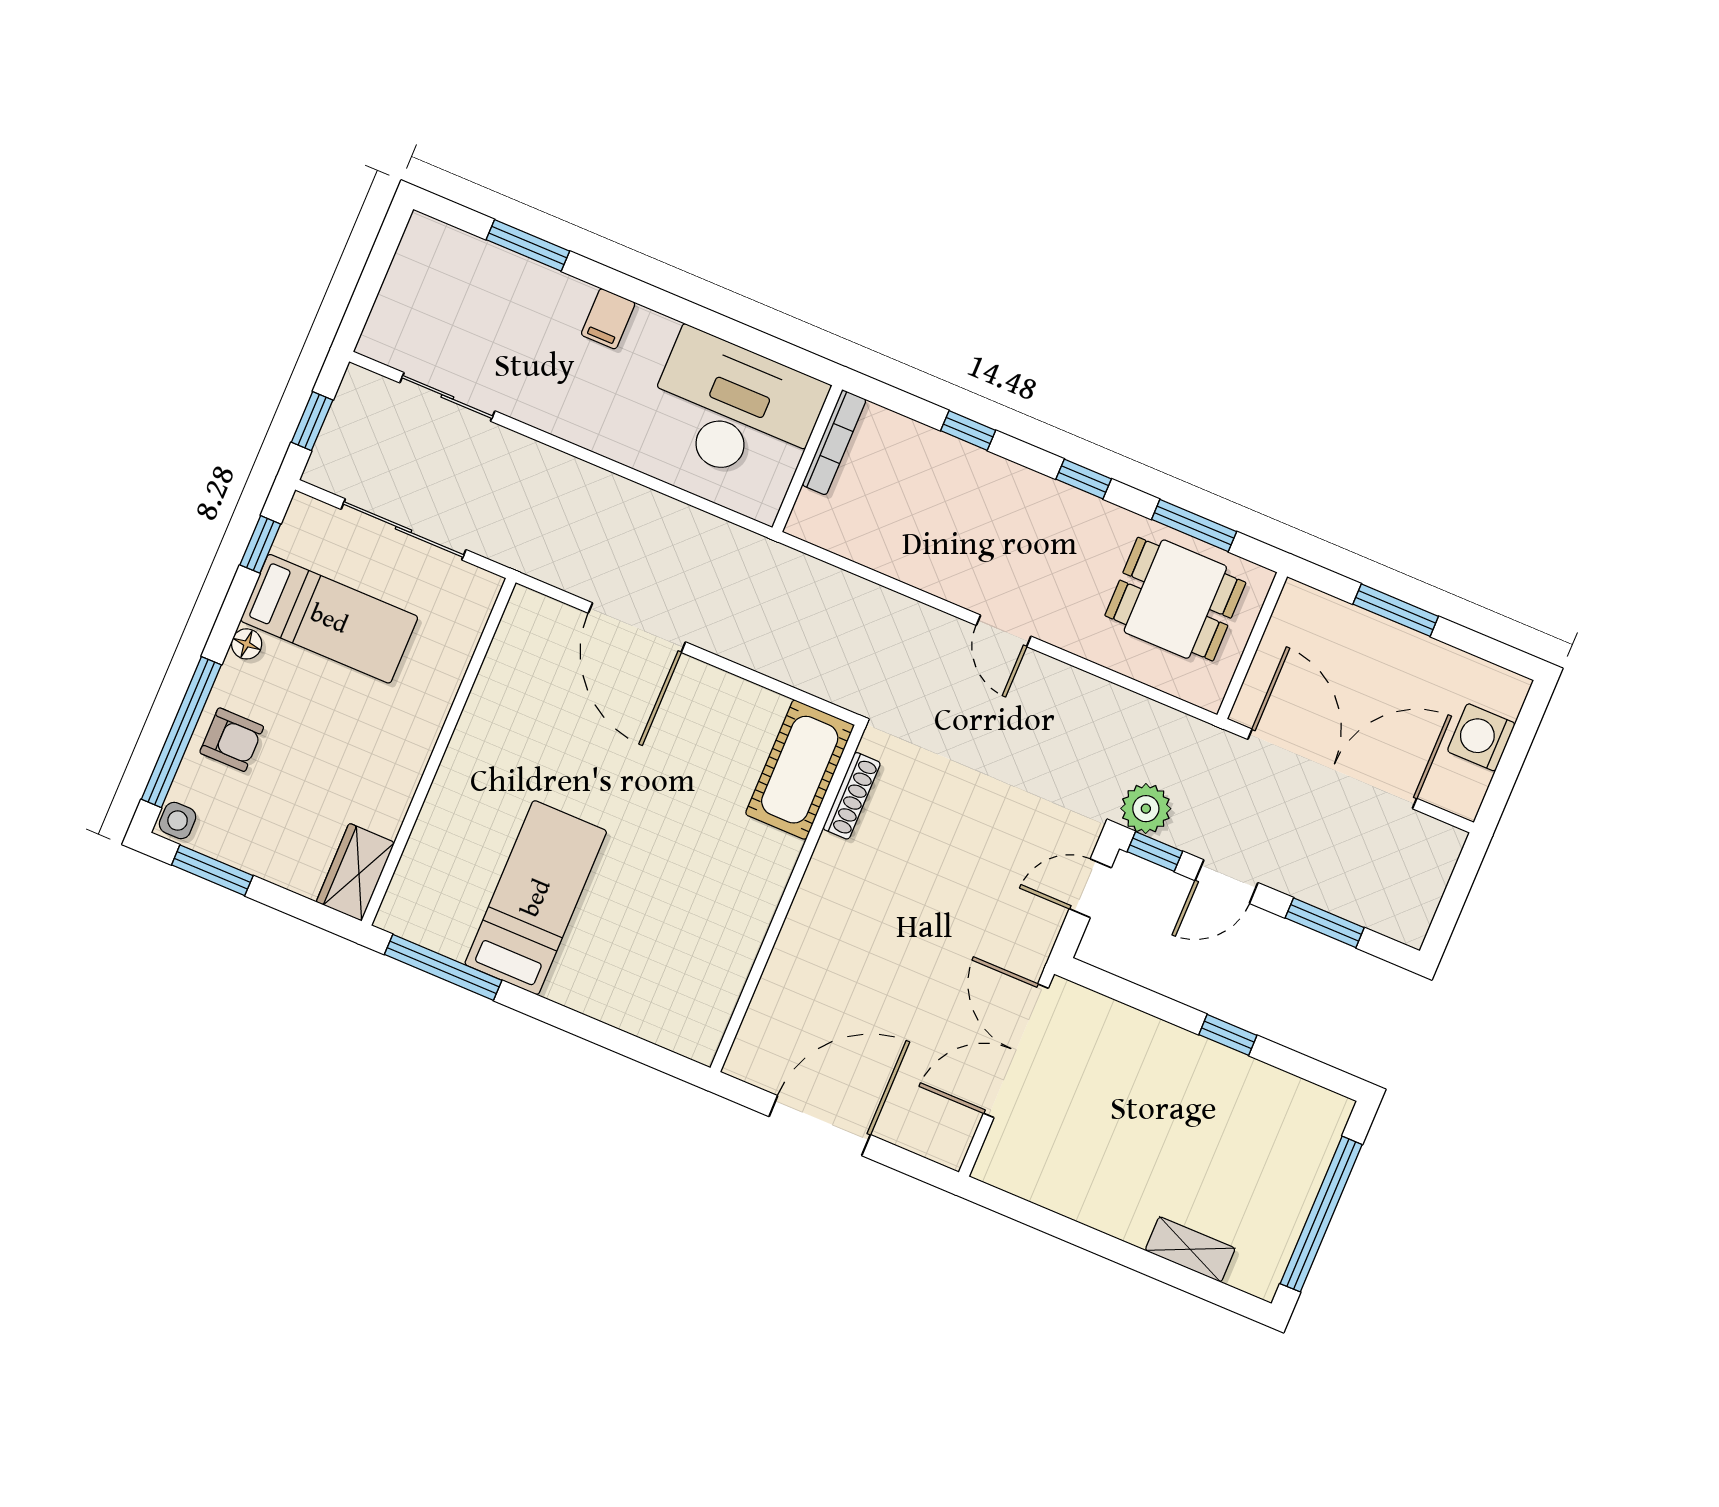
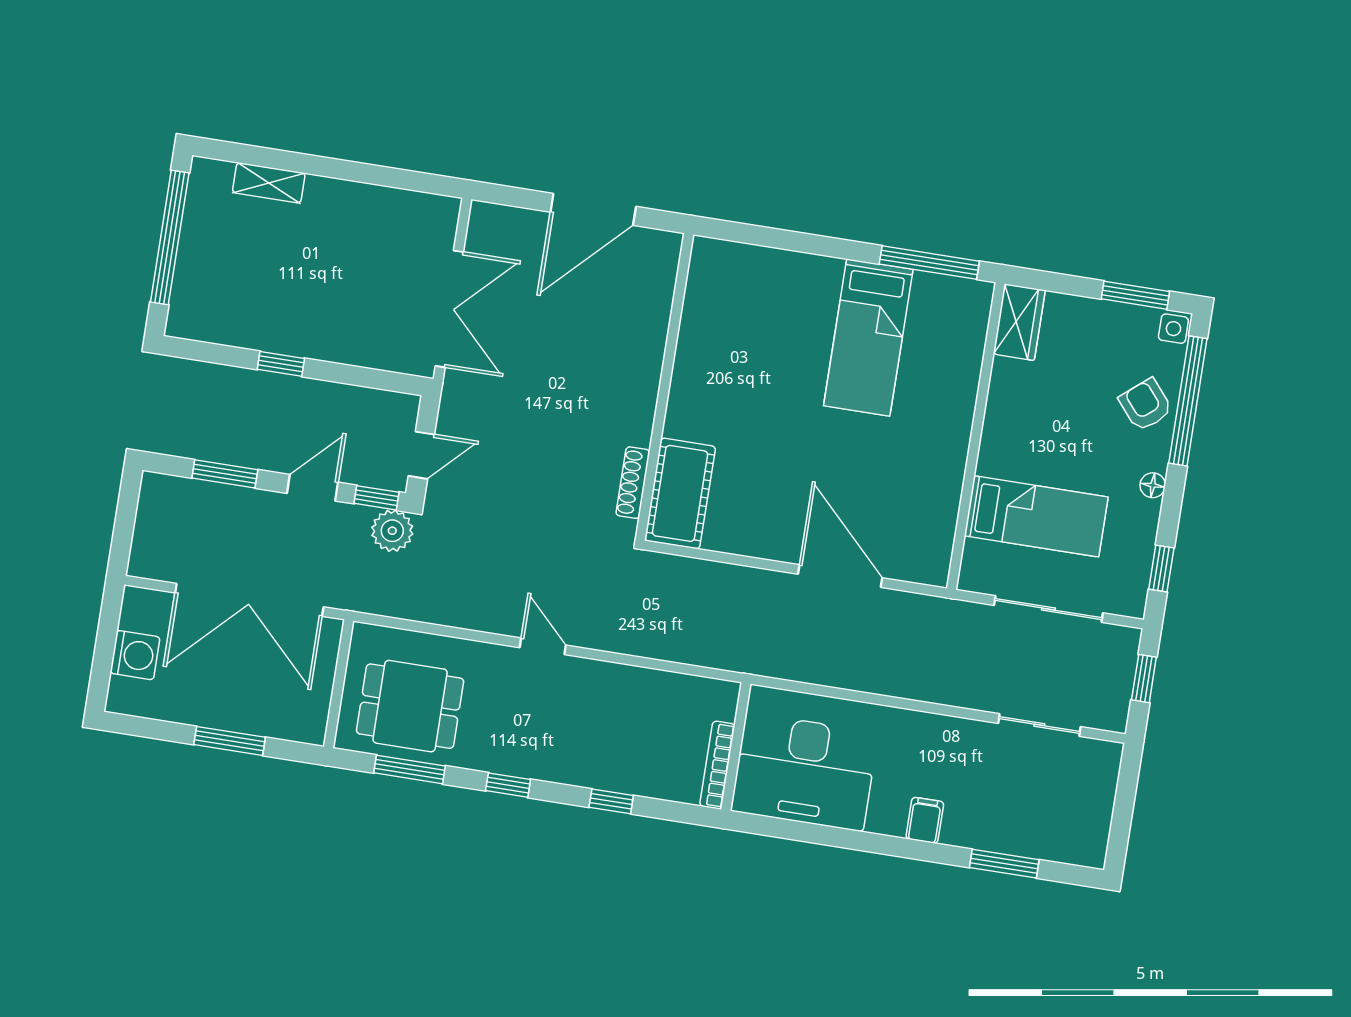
bed: (329, 619) -> (1036, 516), moved, turned 180
armchair: (232, 740) -> (1146, 405), turned 50

